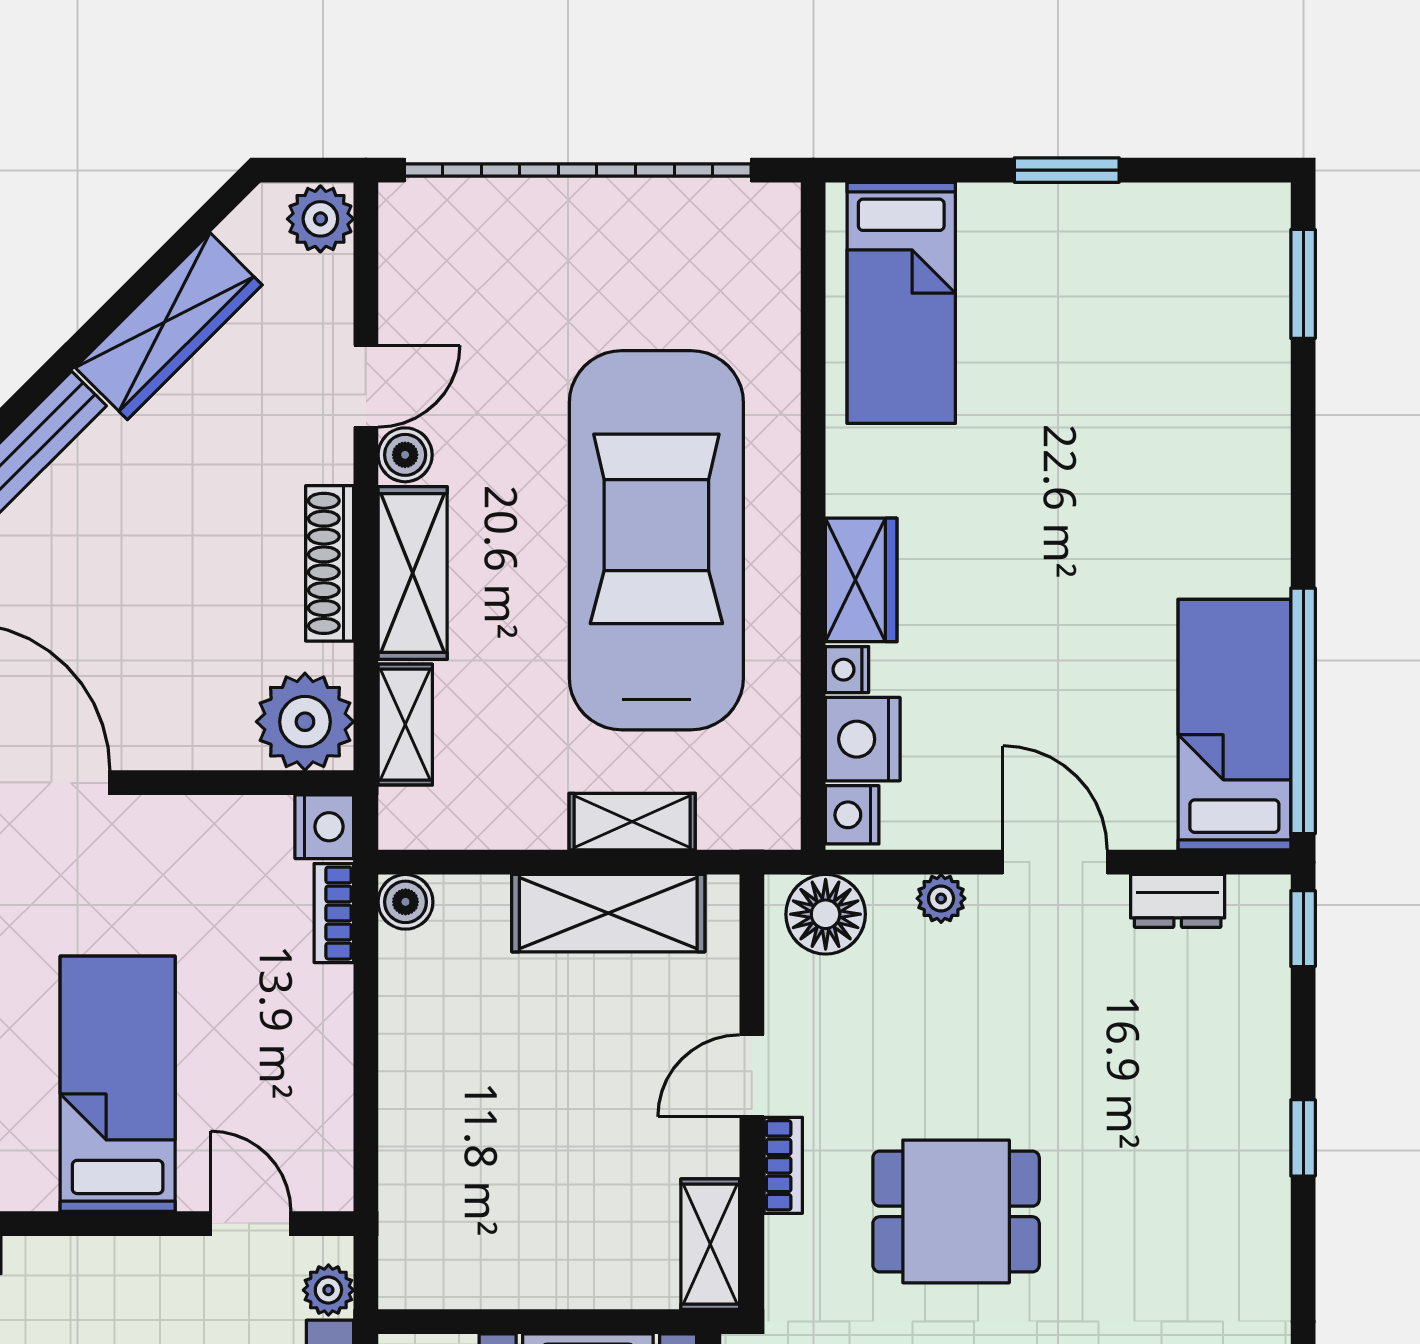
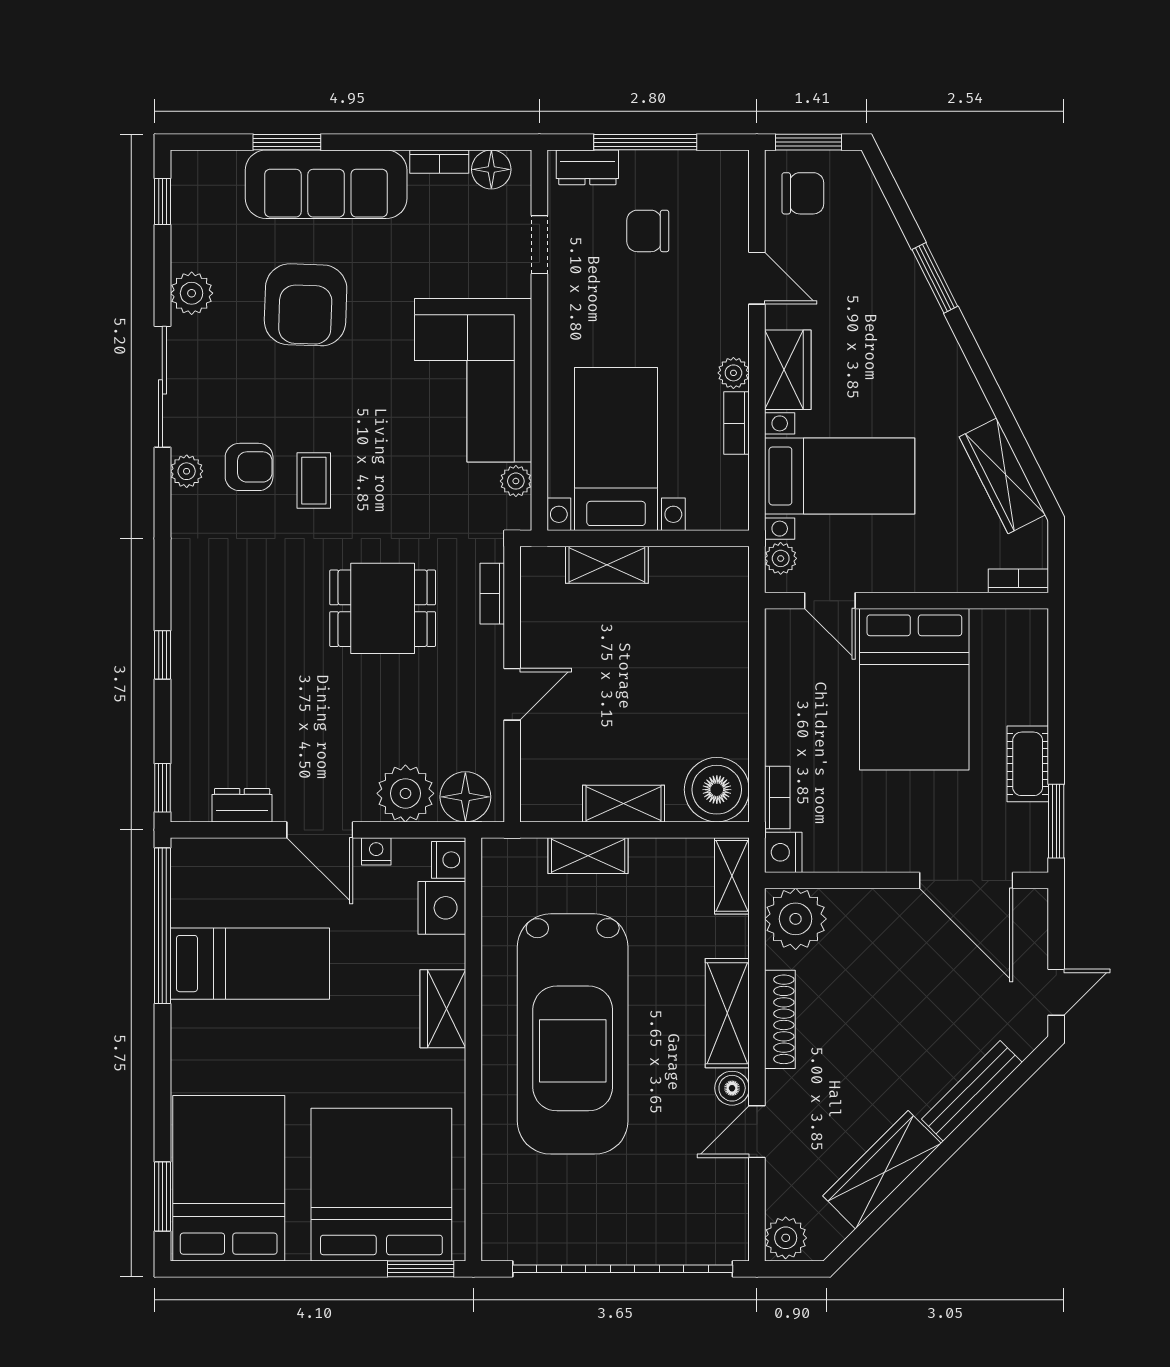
window: (1067, 170) -> (421, 1269), moved
bed: (901, 303) -> (381, 1185), width x2.04
bed: (1199, 313) -> (229, 1178), added
nightstand: (847, 670) -> (376, 851), moved, turned -90
shelving: (405, 725) -> (732, 876), moved
bed: (1234, 725) -> (250, 964), moved, turned -90
plant: (941, 898) -> (405, 793), width x1.88, depth x1.88
boiler: (405, 902) -> (717, 790), width x1.86, depth x1.86
shelving: (608, 913) -> (624, 804), width x0.67, depth x0.75
bed: (118, 1084) -> (914, 689), width x1.50
bookcase: (783, 1165) -> (492, 594), moved
shelving: (710, 1244) -> (607, 565), moved, turned 90

